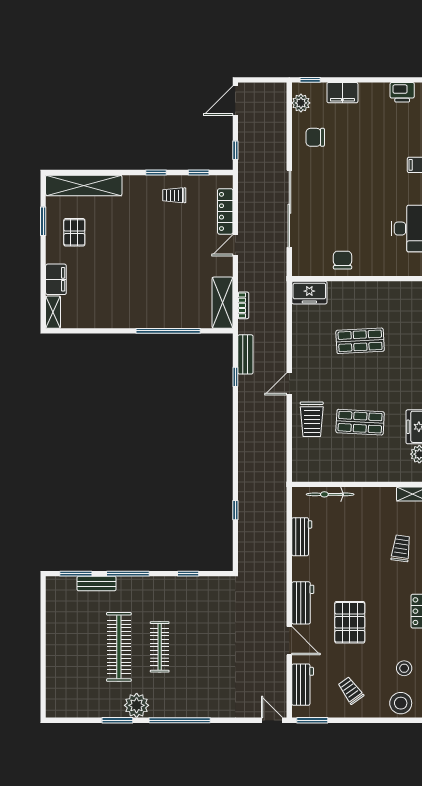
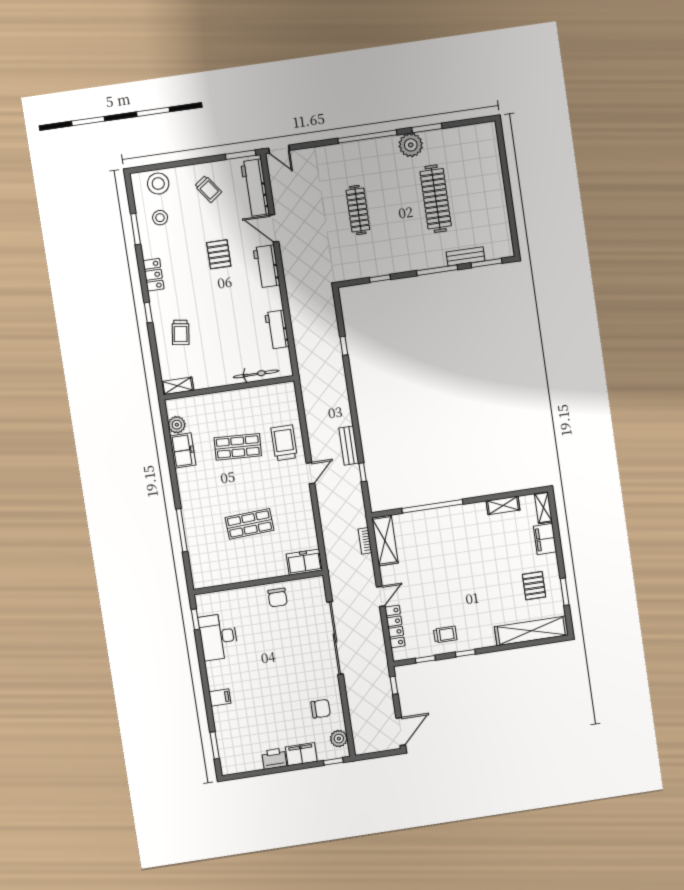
printer: (402, 92) -> (274, 759), moved
shelving: (95, 321) -> (503, 505), added
bench: (245, 354) -> (349, 446), moved
pallet: (350, 622) -> (219, 254), width x0.67, depth x0.71
clothes rail: (160, 647) -> (358, 210), moved
workbench: (303, 685) -> (255, 188), width x1.38

